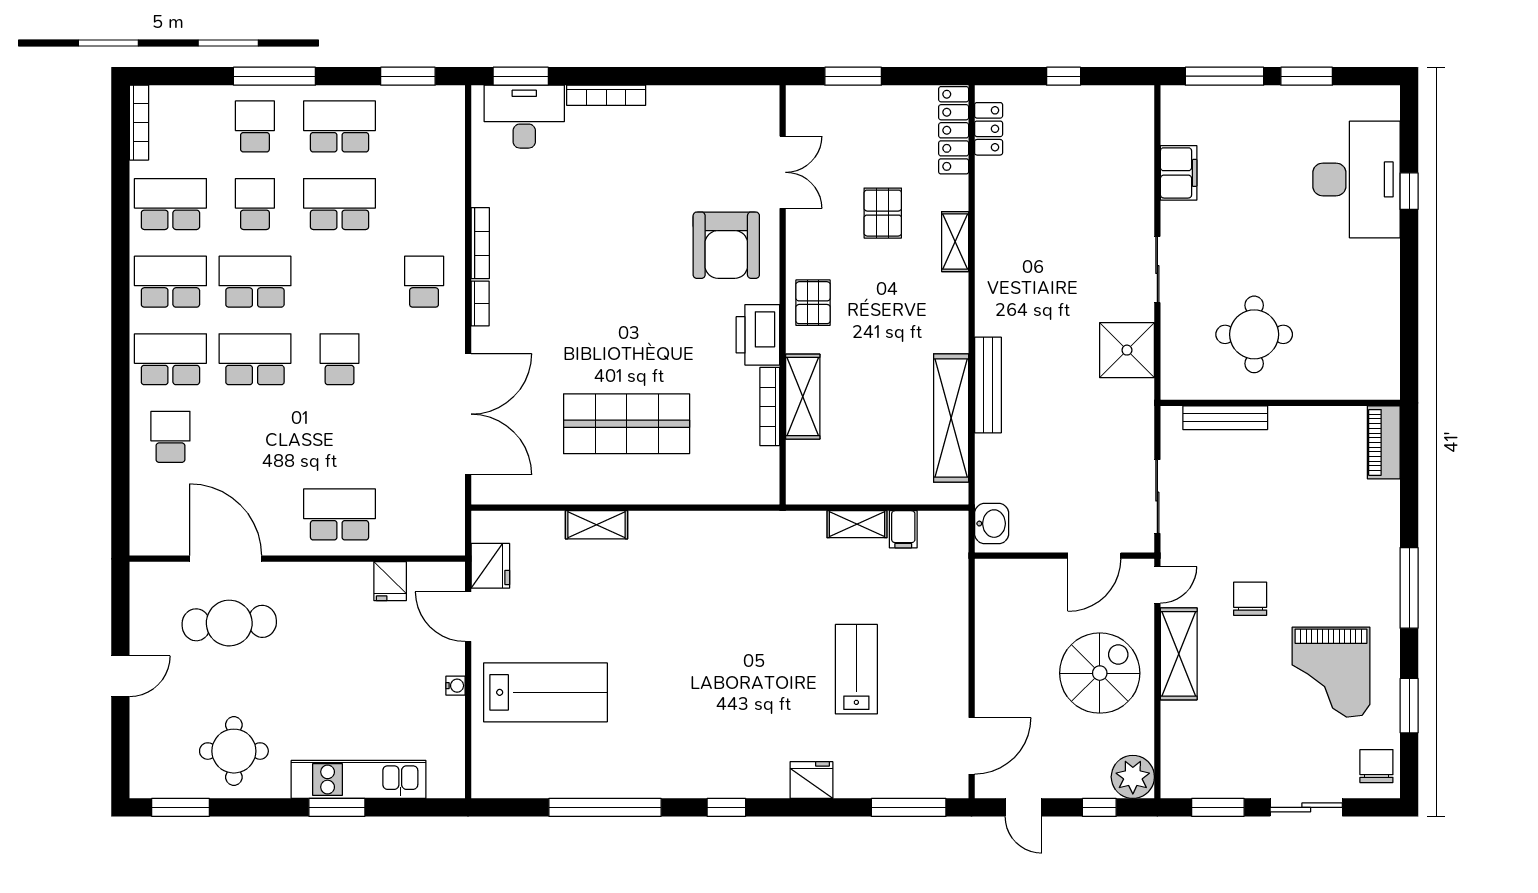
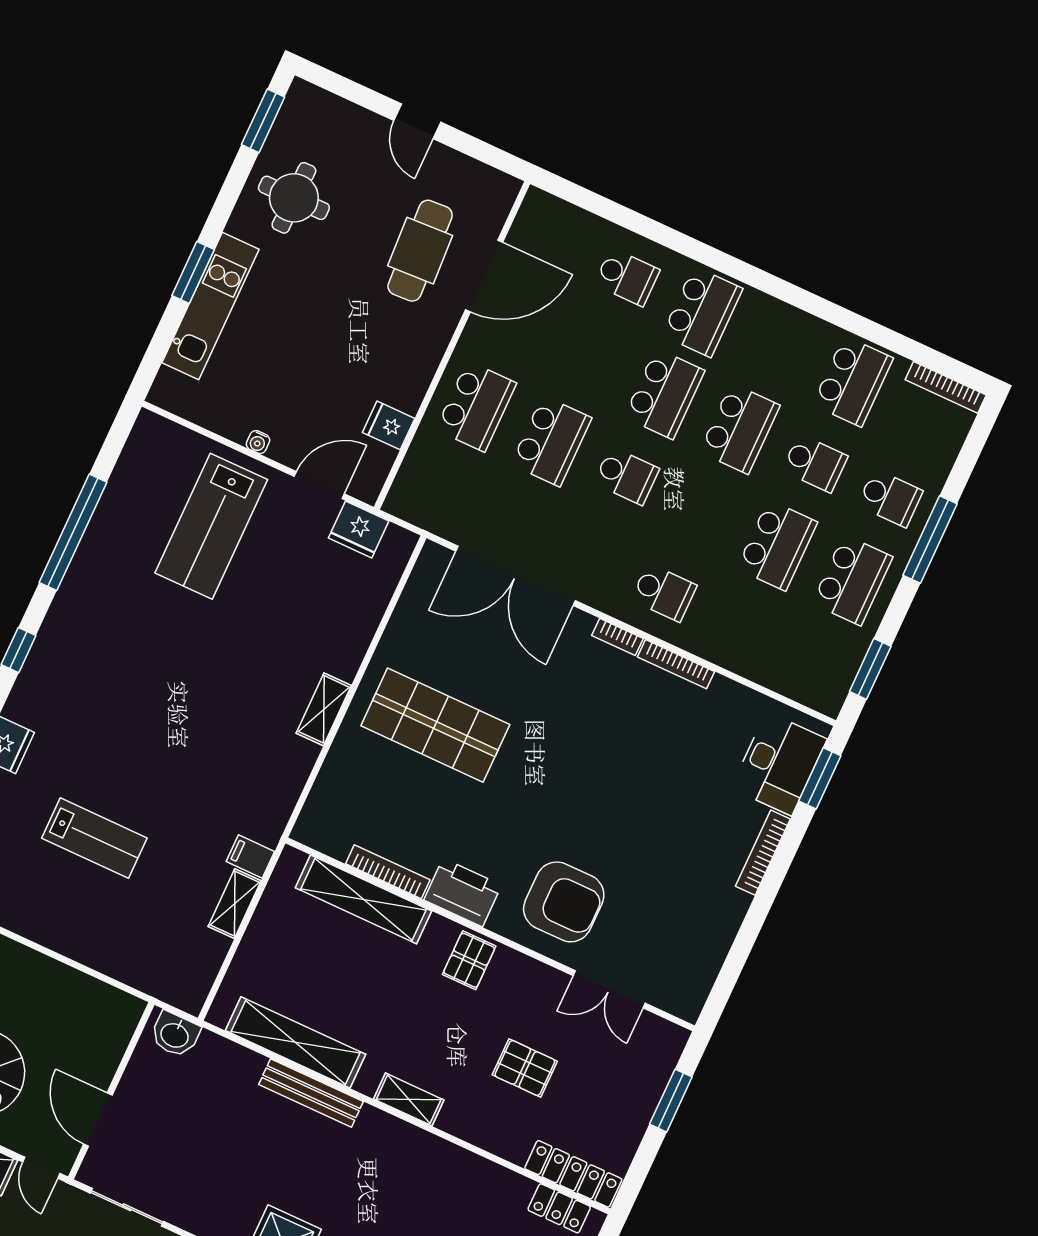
shelving: (955, 242) -> (409, 1099), moved
armchair: (726, 245) -> (564, 902), turned 180
school desk: (170, 282) -> (551, 441), moved
pallet: (813, 303) -> (469, 960), turned 90
shelving: (803, 397) -> (363, 899), width x1.47
shop shelf: (627, 424) -> (435, 725), turned 90
shelving: (596, 525) -> (324, 709), moved
filing cabinet: (903, 529) -> (250, 857), moved

